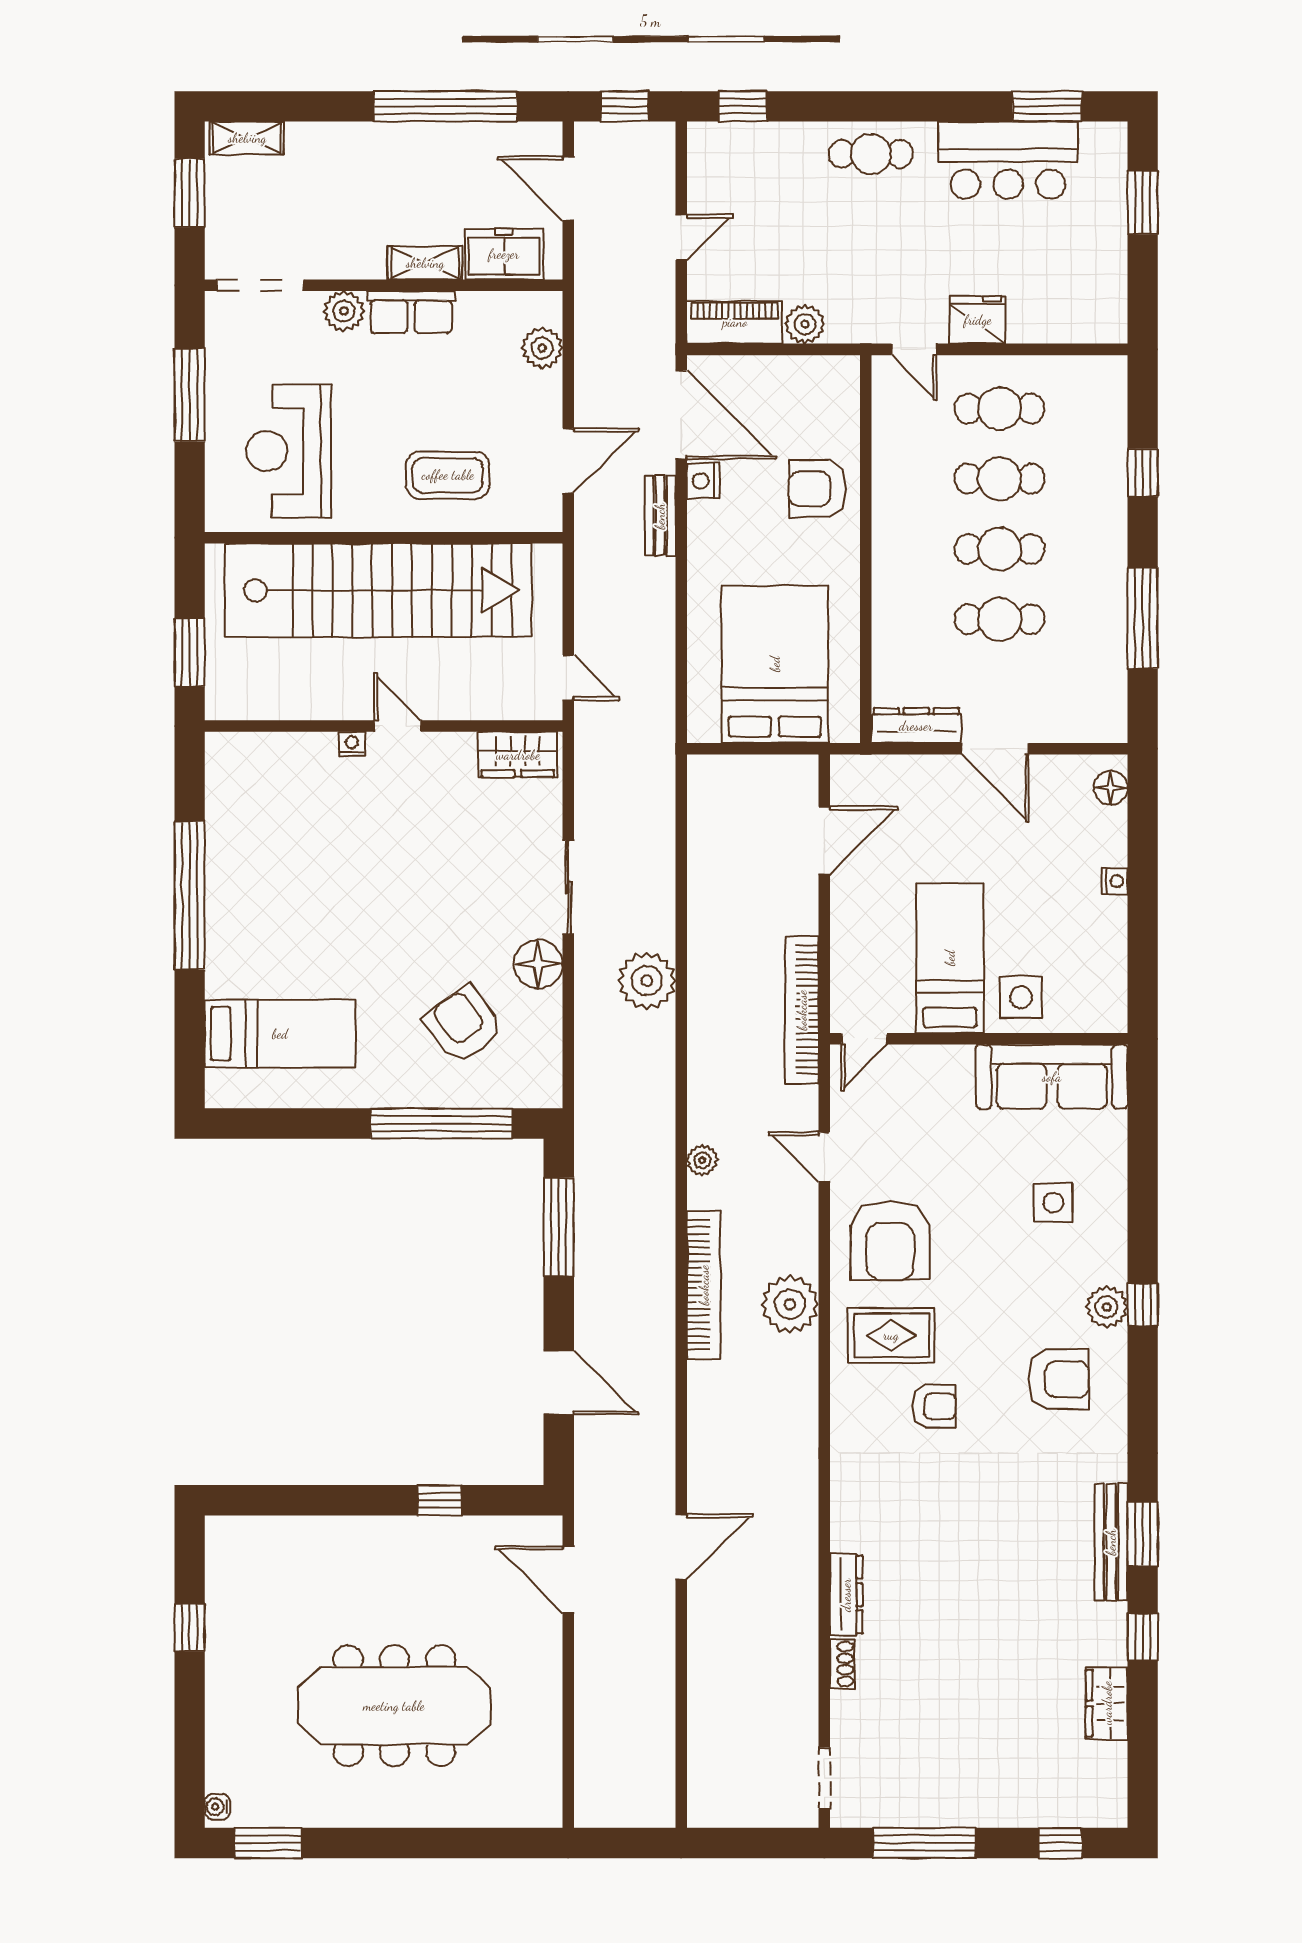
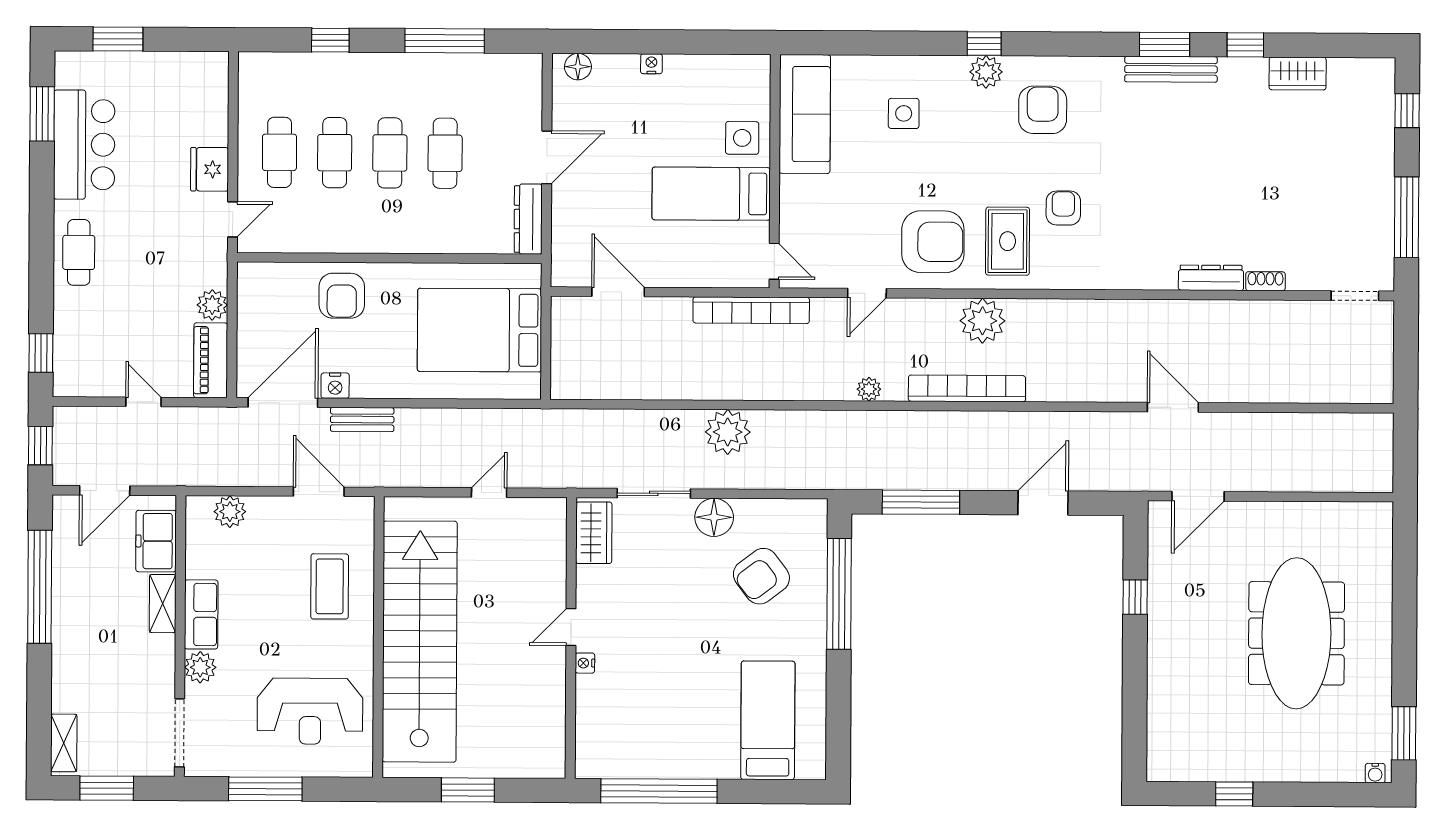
wall: (384, 726) -> (571, 638), moved
door: (398, 726) -> (571, 627), moved
nightstand: (352, 744) -> (585, 663), moved
wardrobe: (518, 755) -> (594, 533), moved

